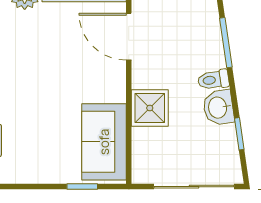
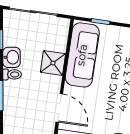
sofa: (104, 142) -> (82, 55), width x1.36

